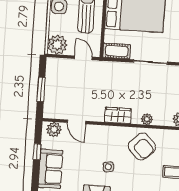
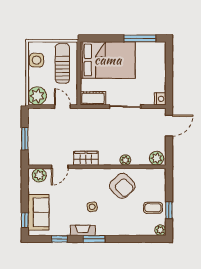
wardrobe: (118, 115) -> (86, 158), moved
door: (76, 122) -> (60, 167), hinge flipped
window: (37, 152) -> (25, 220), moved

